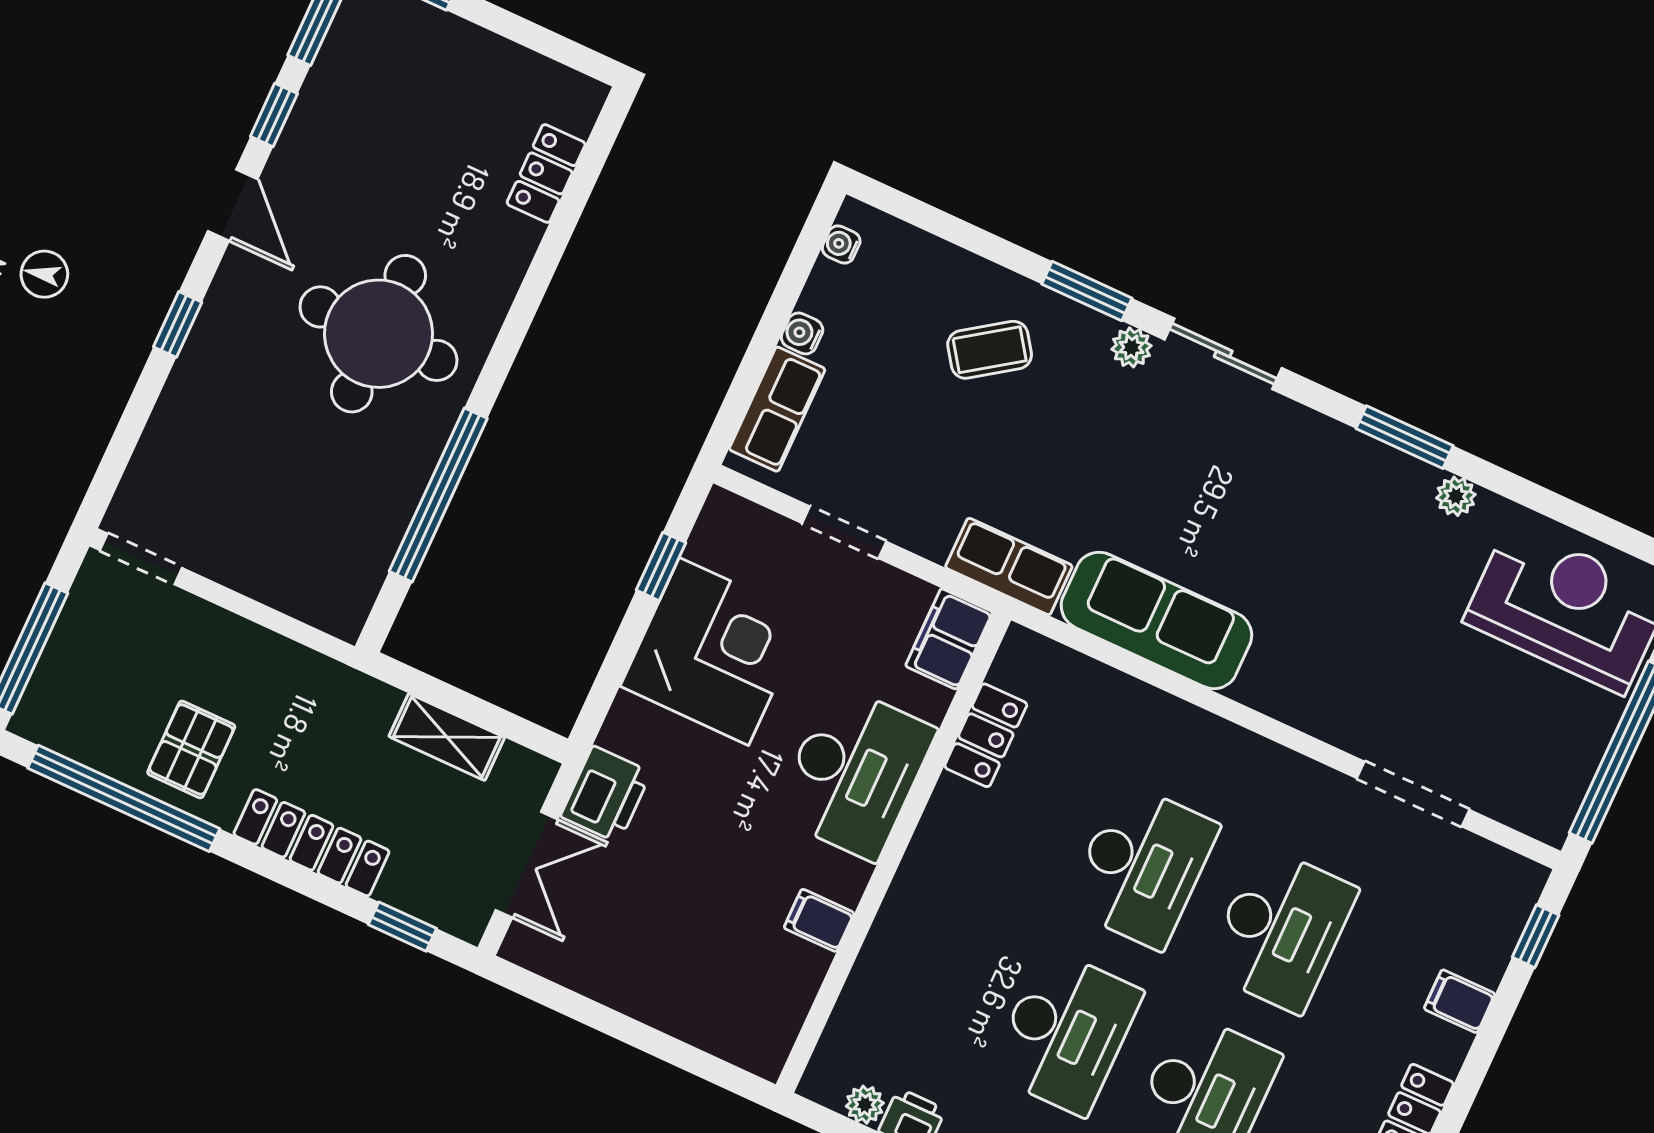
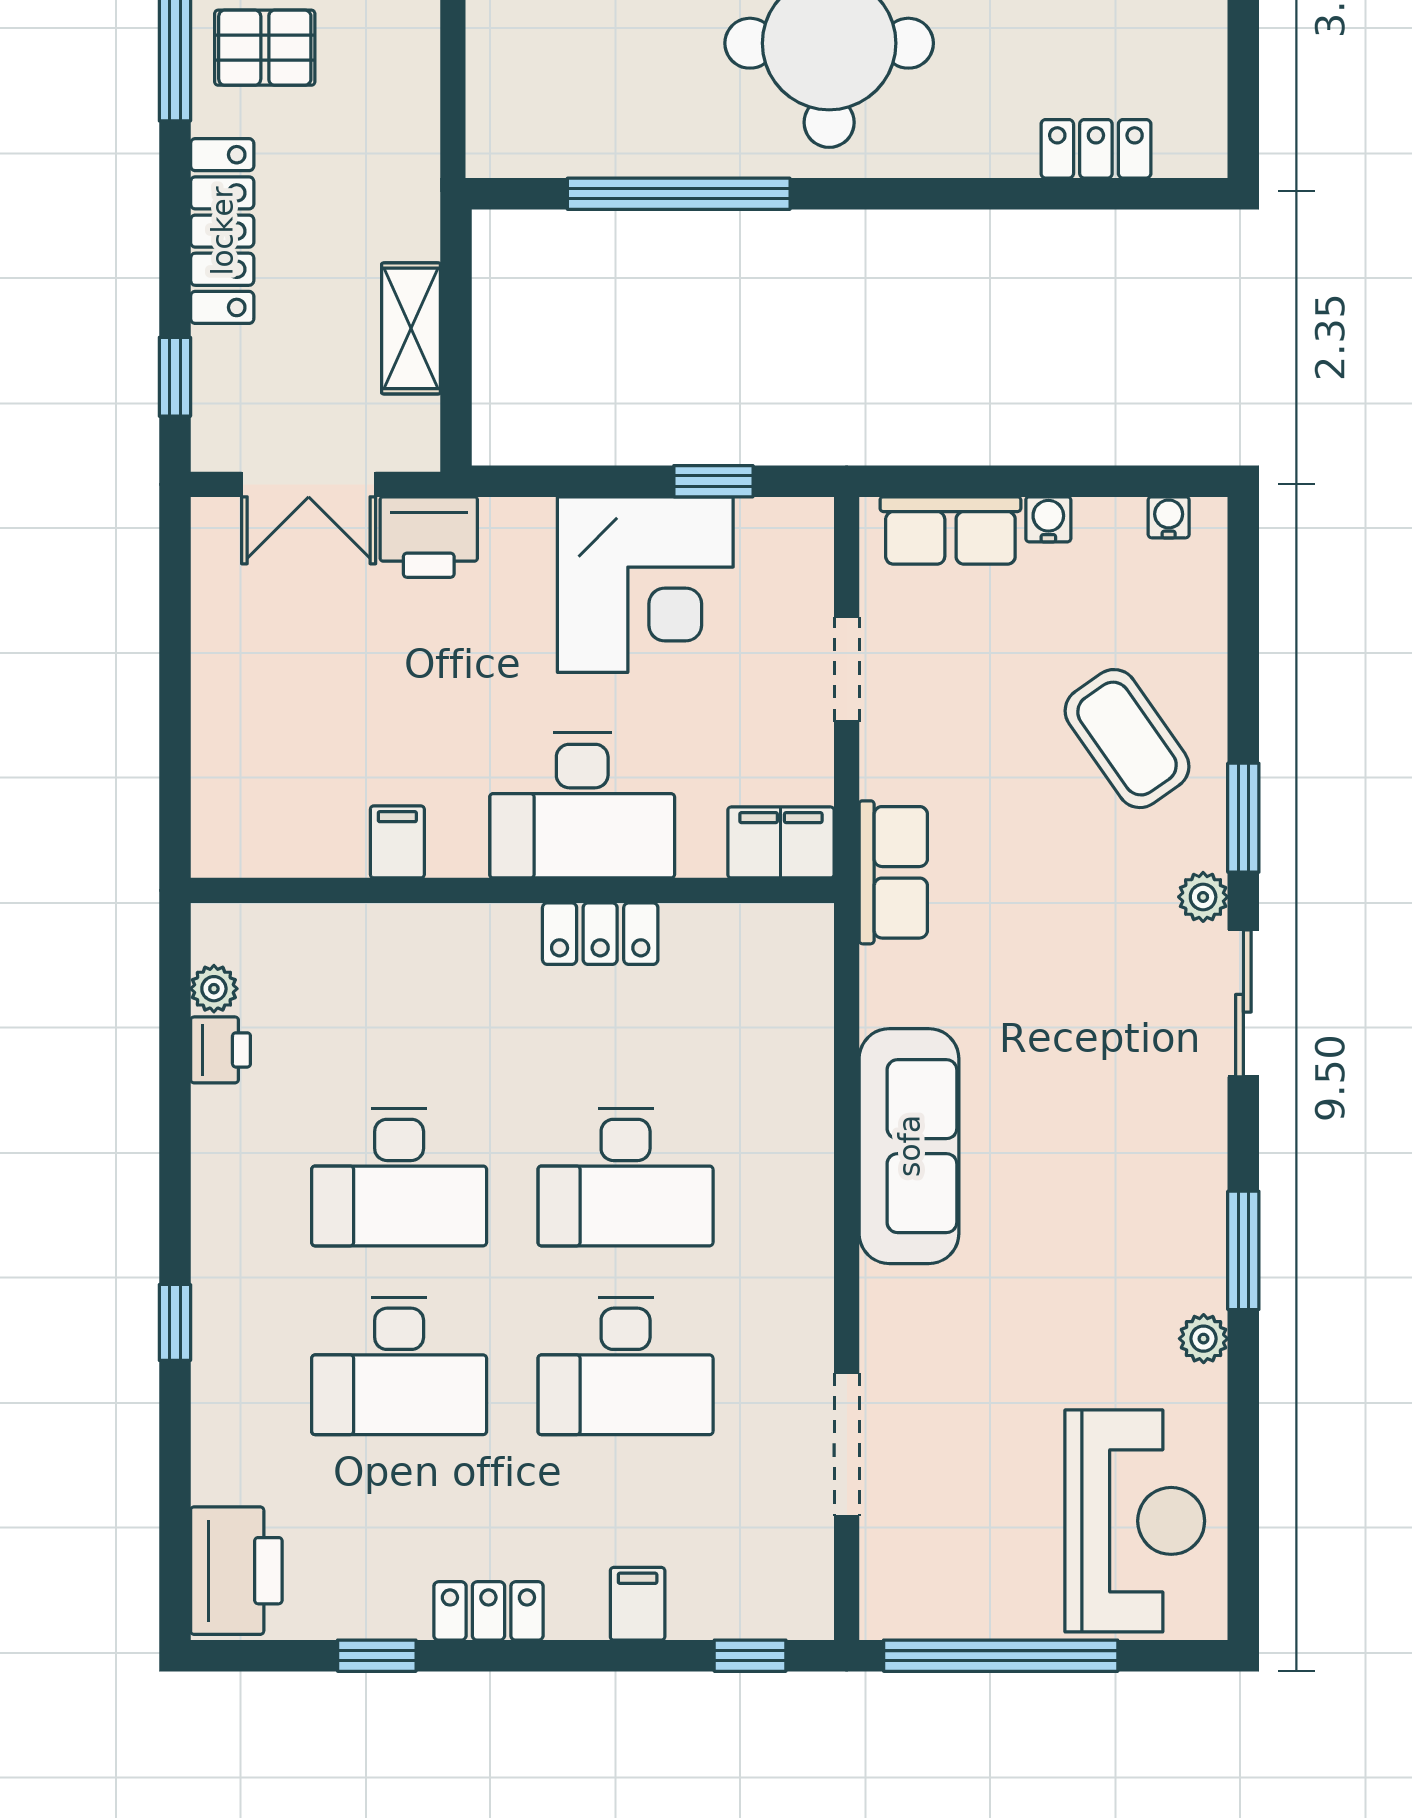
coffee table: (990, 350) -> (1127, 739), width x1.36, depth x1.30
sofa: (1156, 620) -> (909, 1146), moved
locker: (986, 735) -> (600, 934), moved

